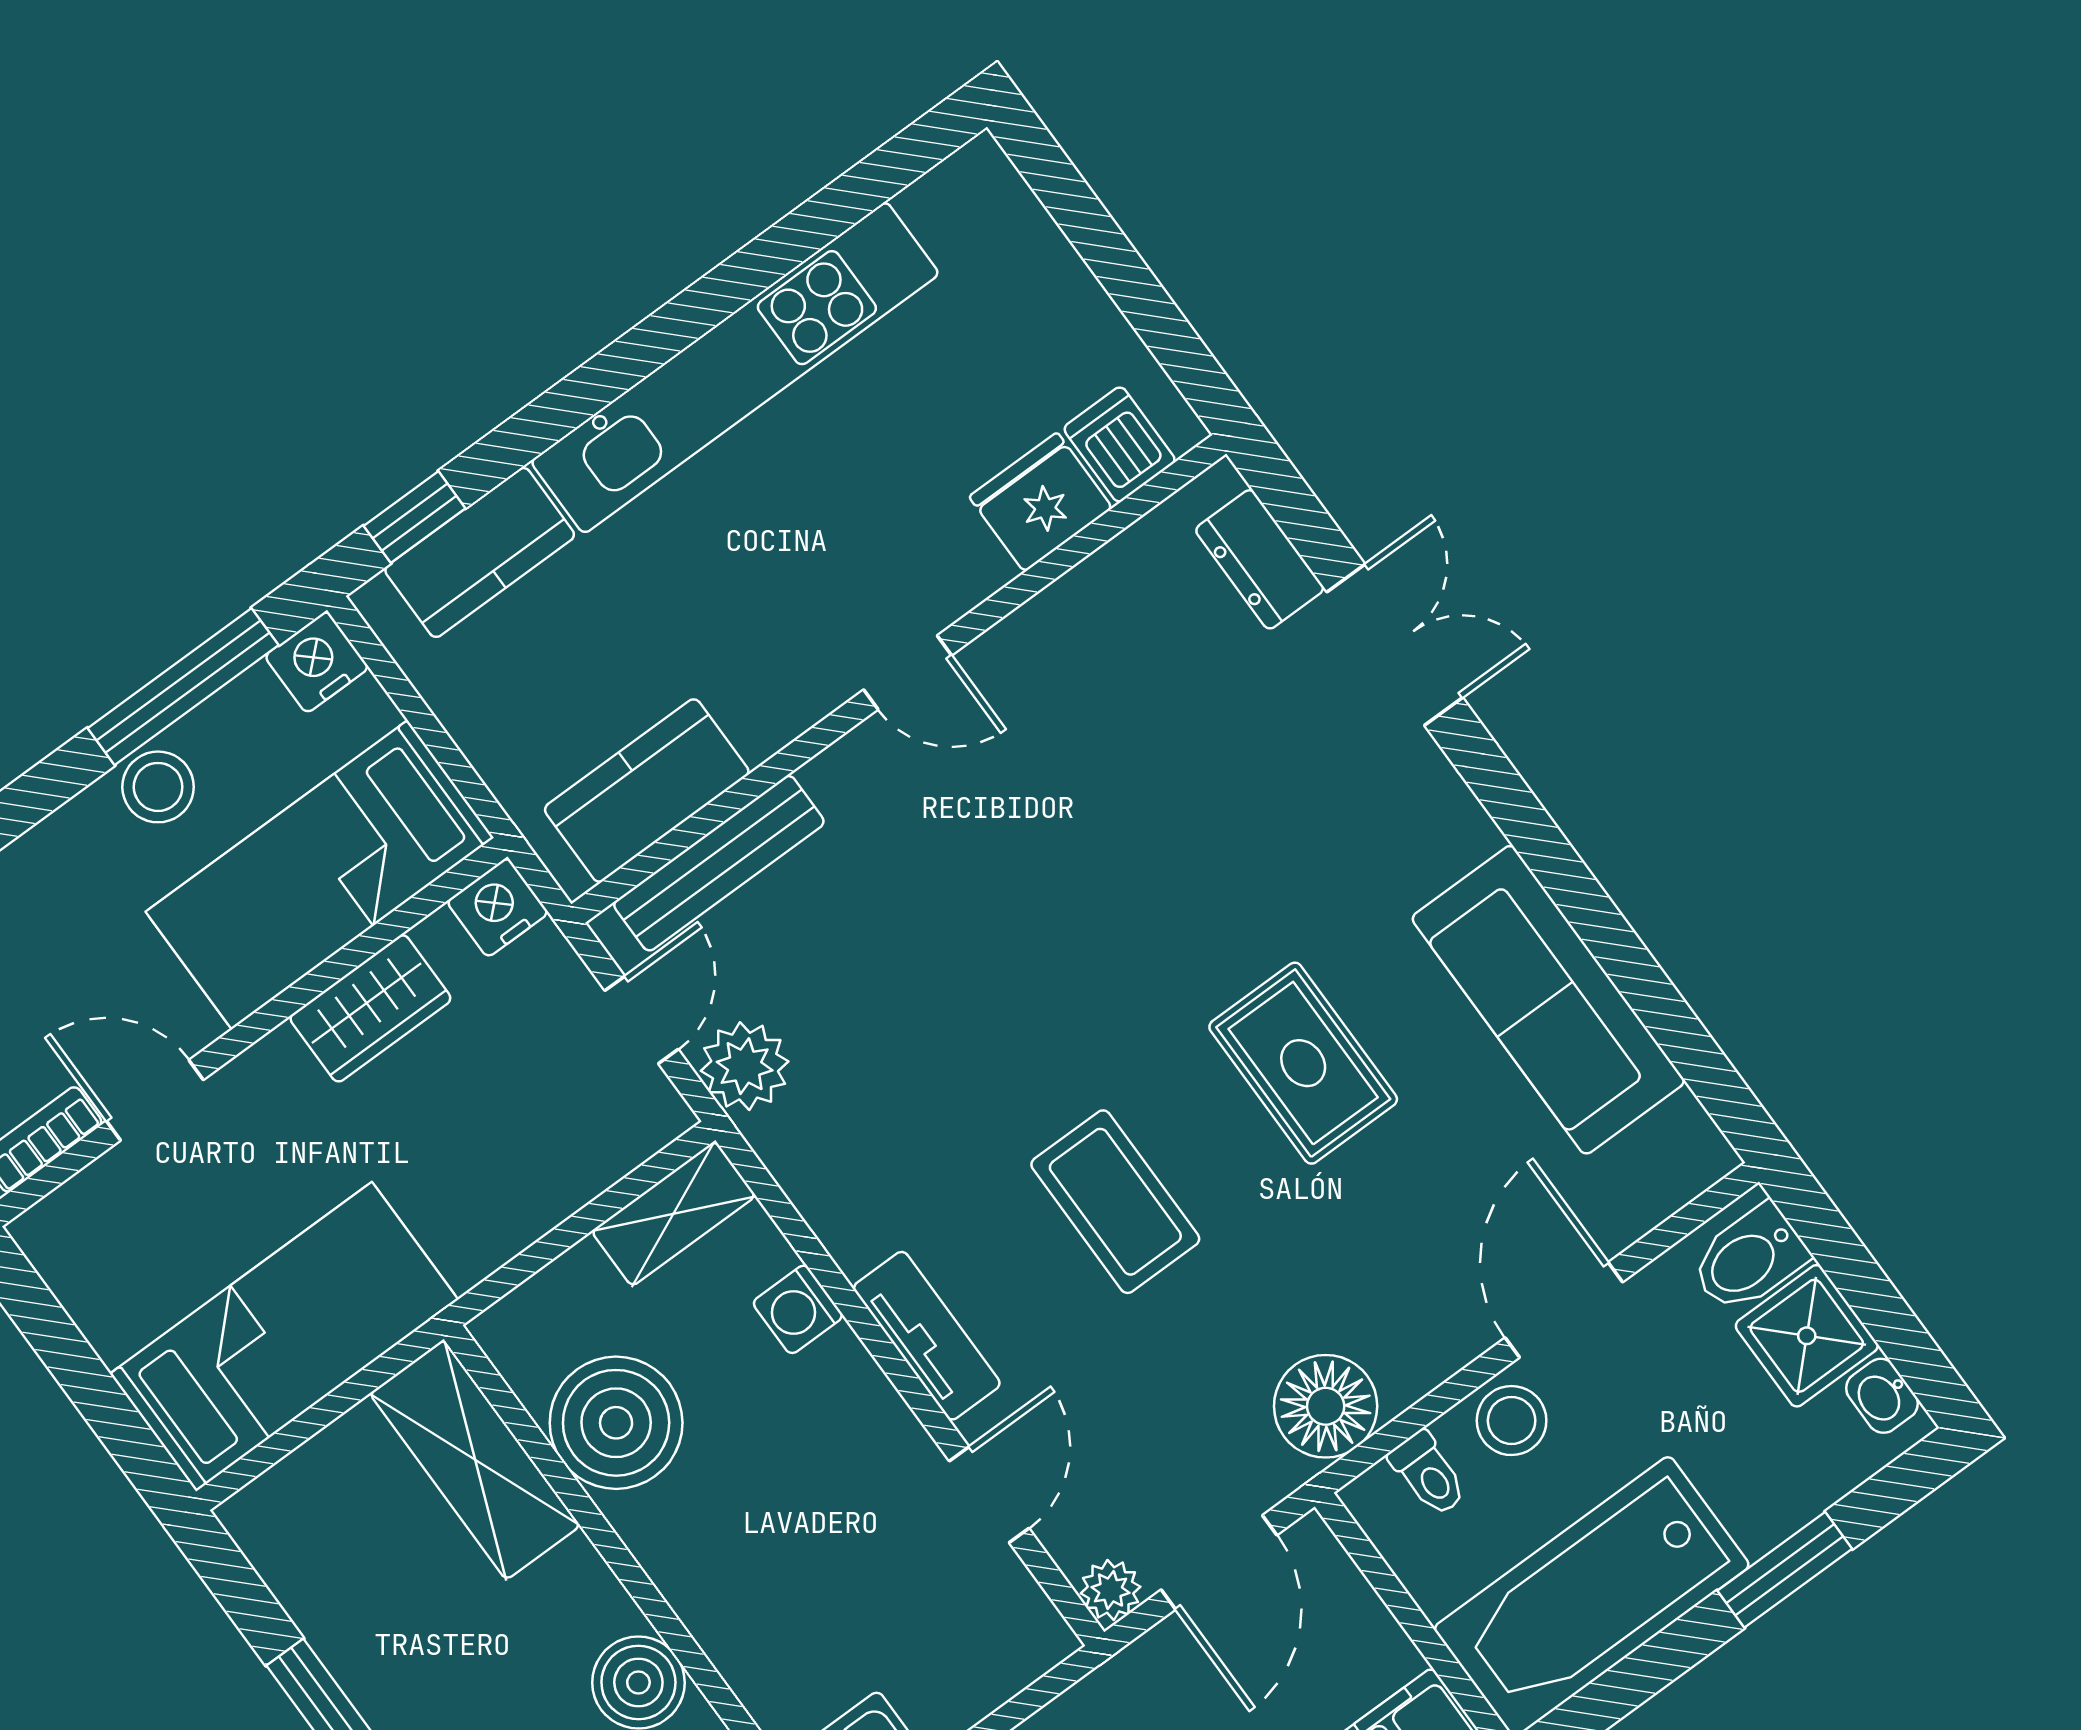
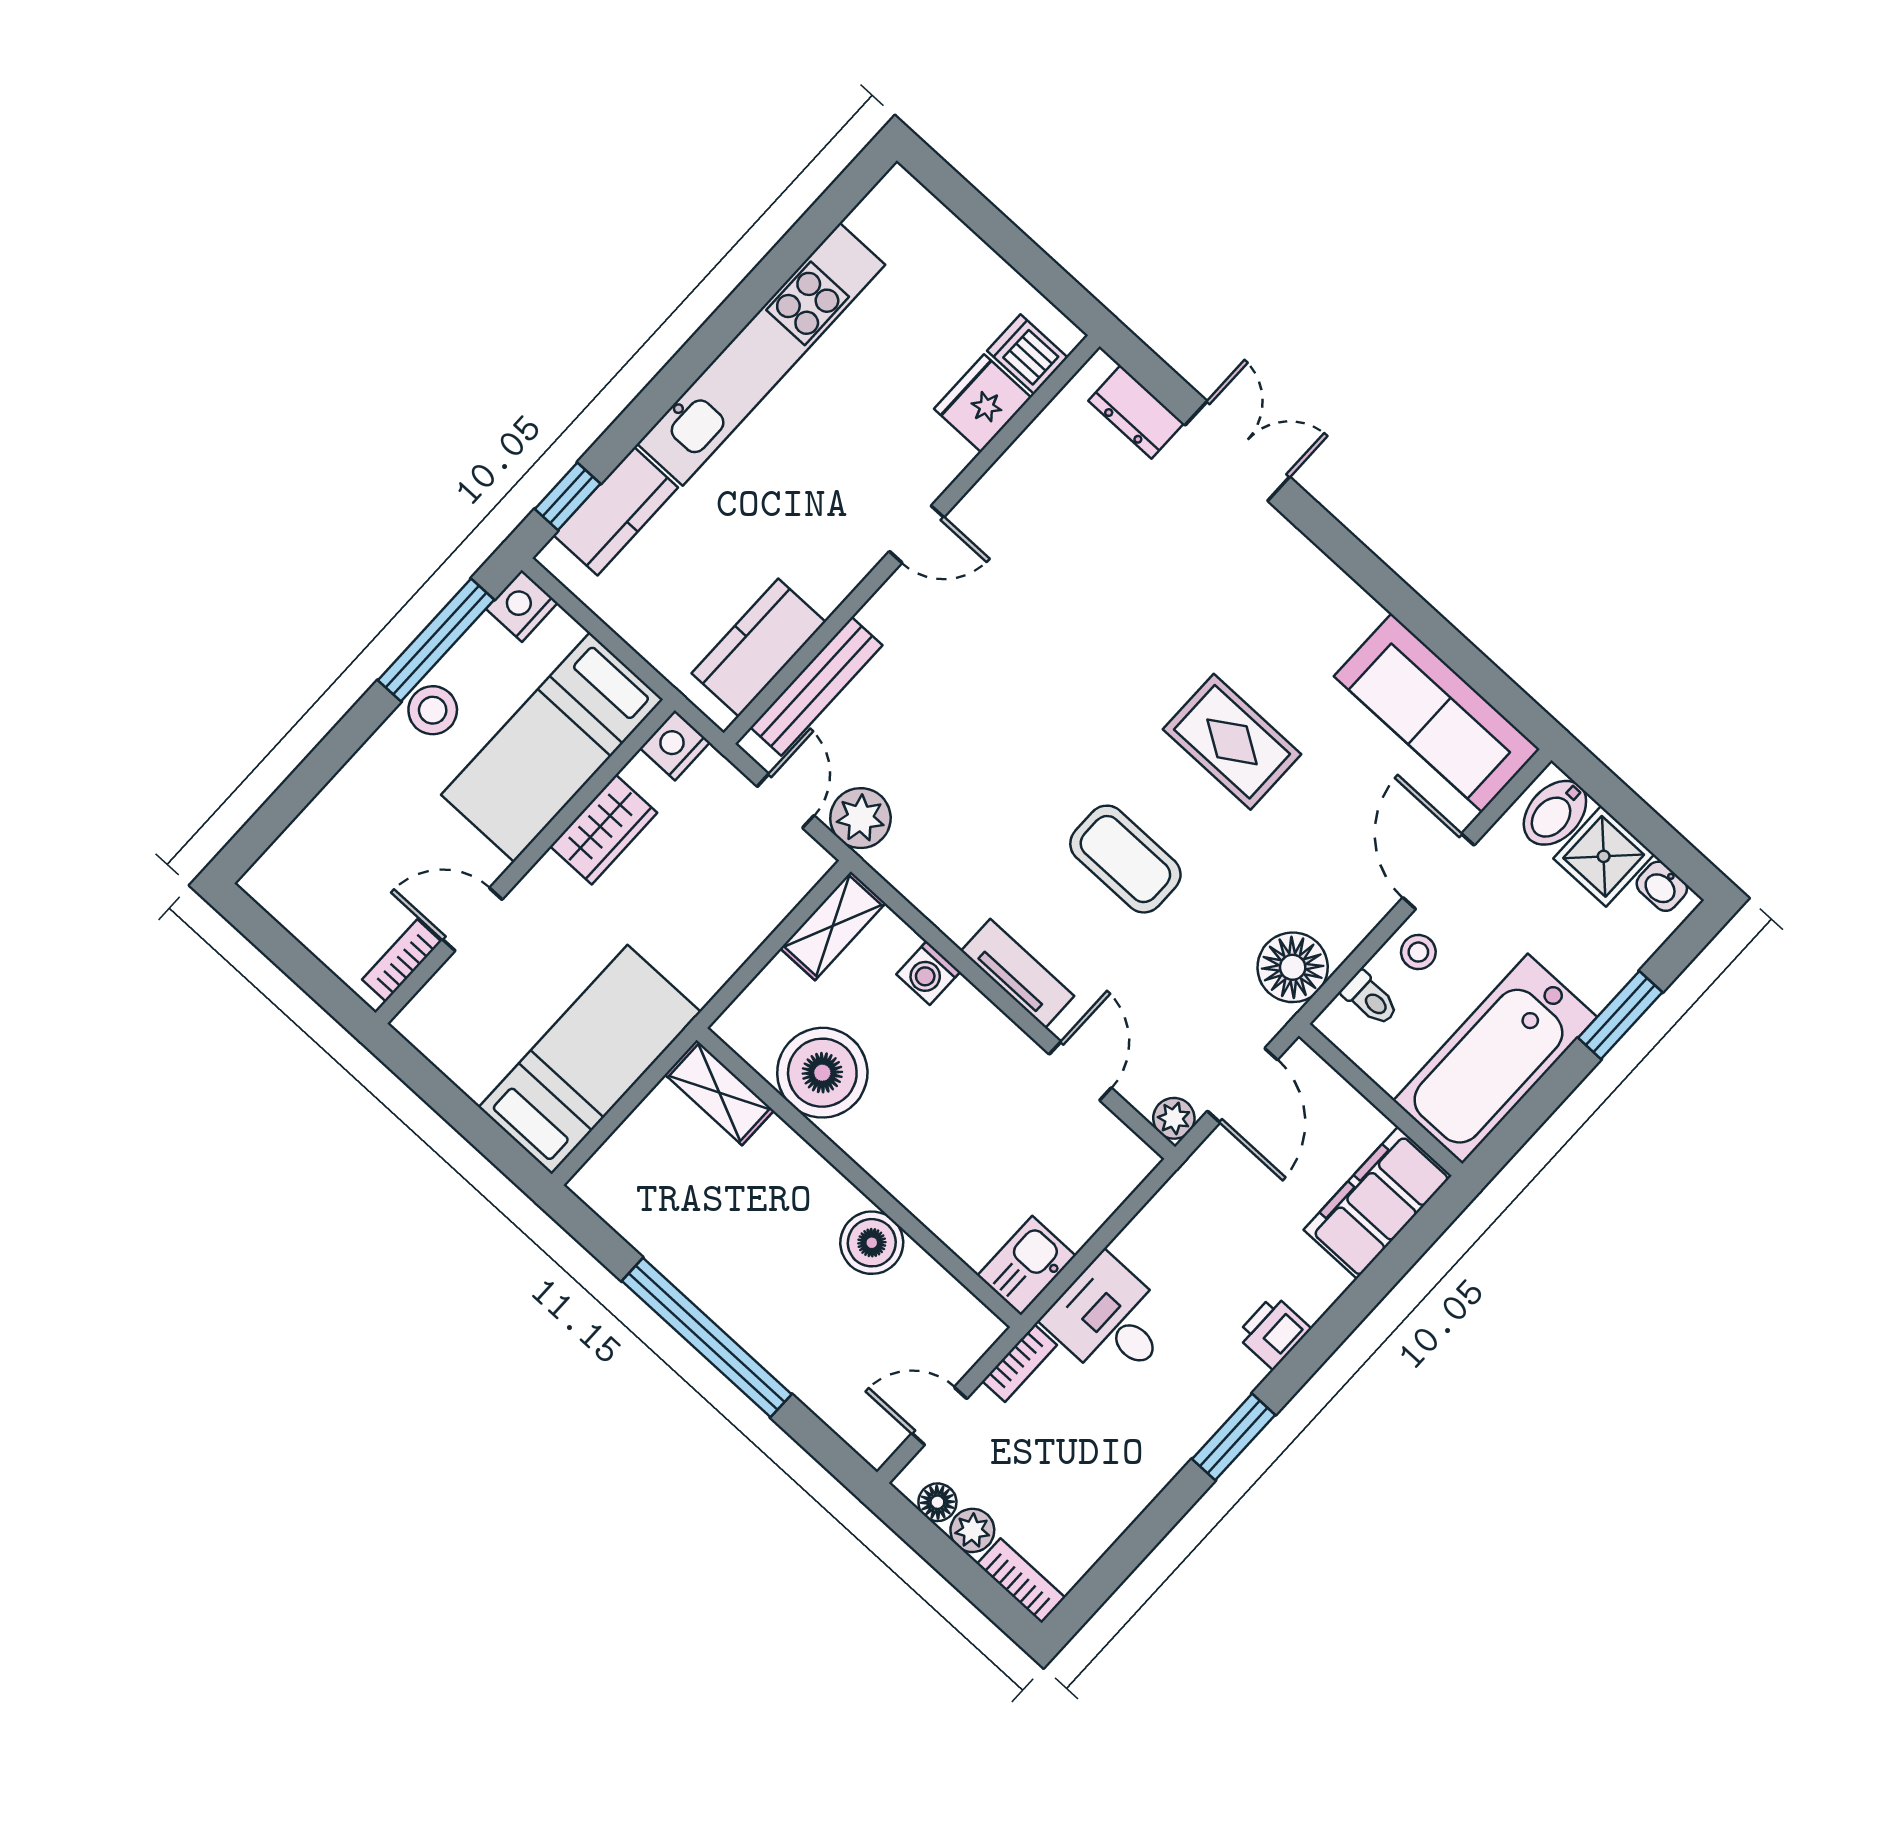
sofa: (1548, 1000) -> (1437, 713), moved
stool: (1512, 1421) -> (1418, 952), width x0.73, depth x0.73
shelving: (475, 1460) -> (719, 1092), width x0.67, depth x0.75

